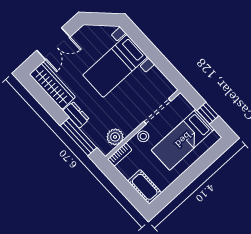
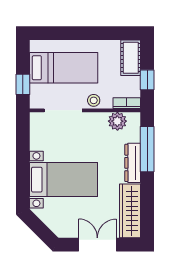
window: (208, 113) -> (23, 84), moved
dresser: (76, 115) -> (133, 163), width x1.44
window: (120, 182) -> (147, 80), added

